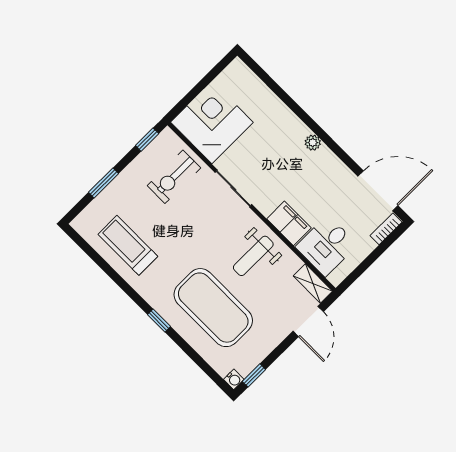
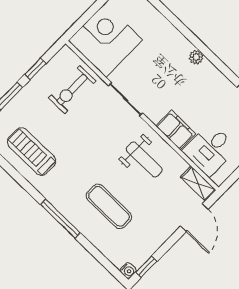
window: (147, 140) -> (35, 69), moved
weight bench: (253, 256) -> (144, 159), turned -90
exercise mat: (213, 308) -> (109, 206), width x0.50, depth x0.69
window: (159, 321) -> (60, 219), width x2.17

